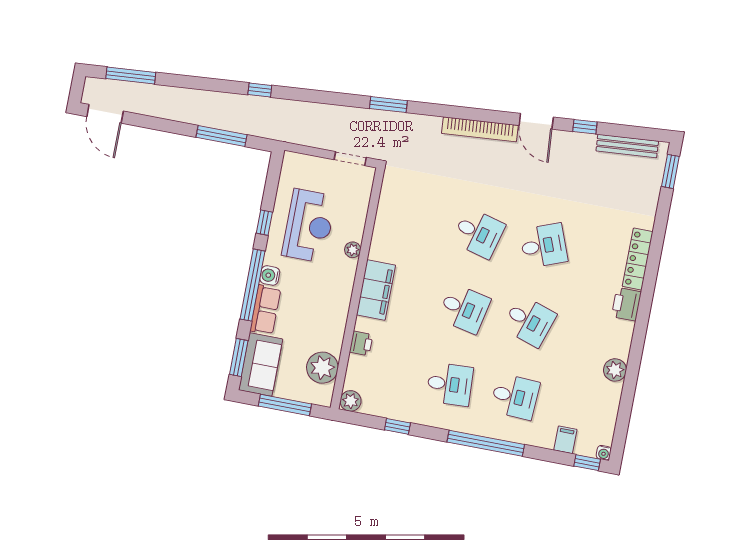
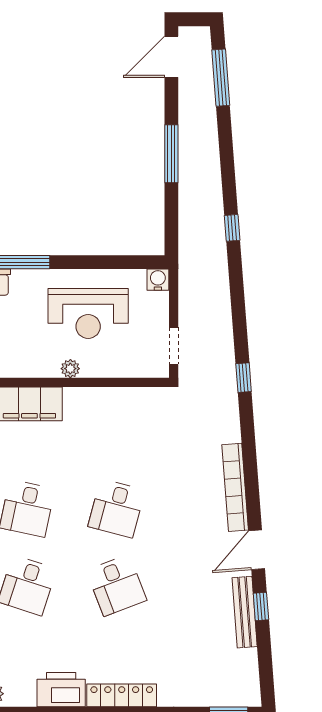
window: (388, 105) -> (244, 378), width x0.67
window: (221, 136) -> (171, 154), moved
bench: (627, 146) -> (245, 612), moved
window: (264, 223) -> (82, 262), removed
water cooler: (270, 275) -> (158, 280), moved
printer: (626, 304) -> (61, 690), width x1.37, depth x1.19

